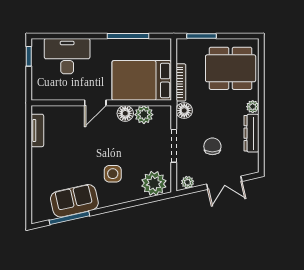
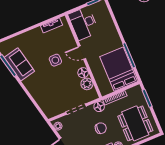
desk: (67, 56) -> (83, 23), moved, turned 180
bed: (142, 80) -> (119, 69), moved
chair: (212, 146) -> (101, 128), moved
side table: (113, 174) -> (55, 60), moved
plant: (154, 183) -> (49, 107), removed

